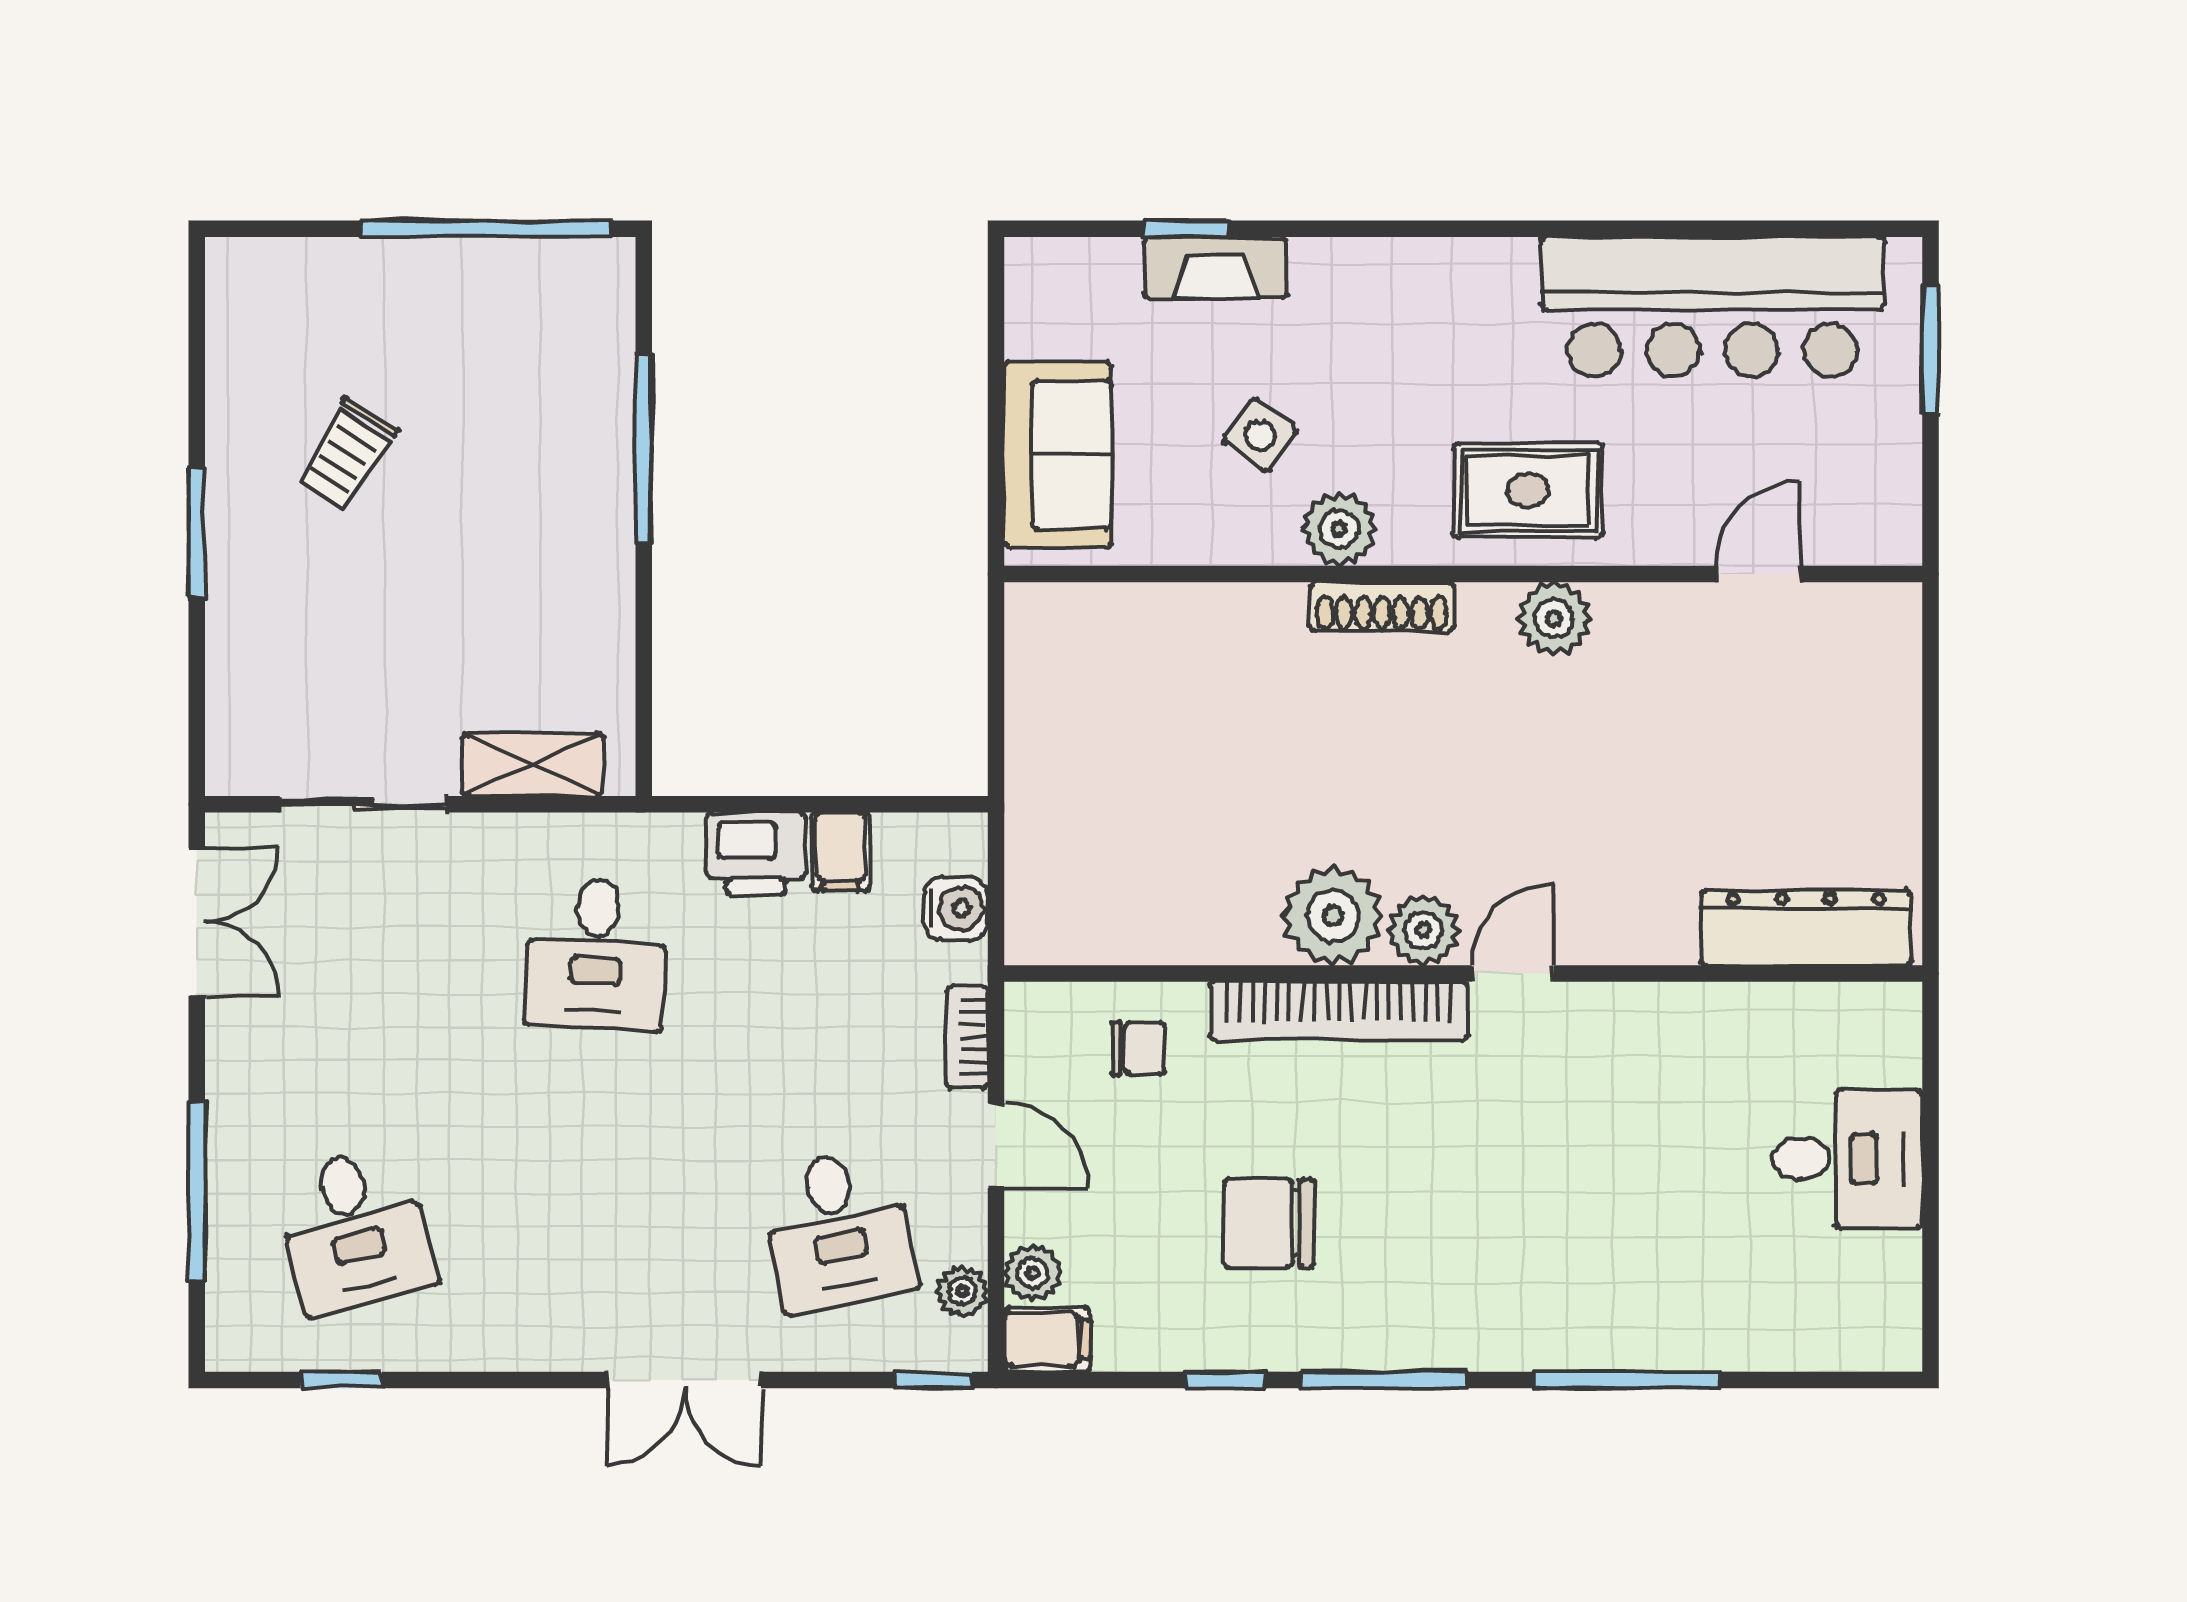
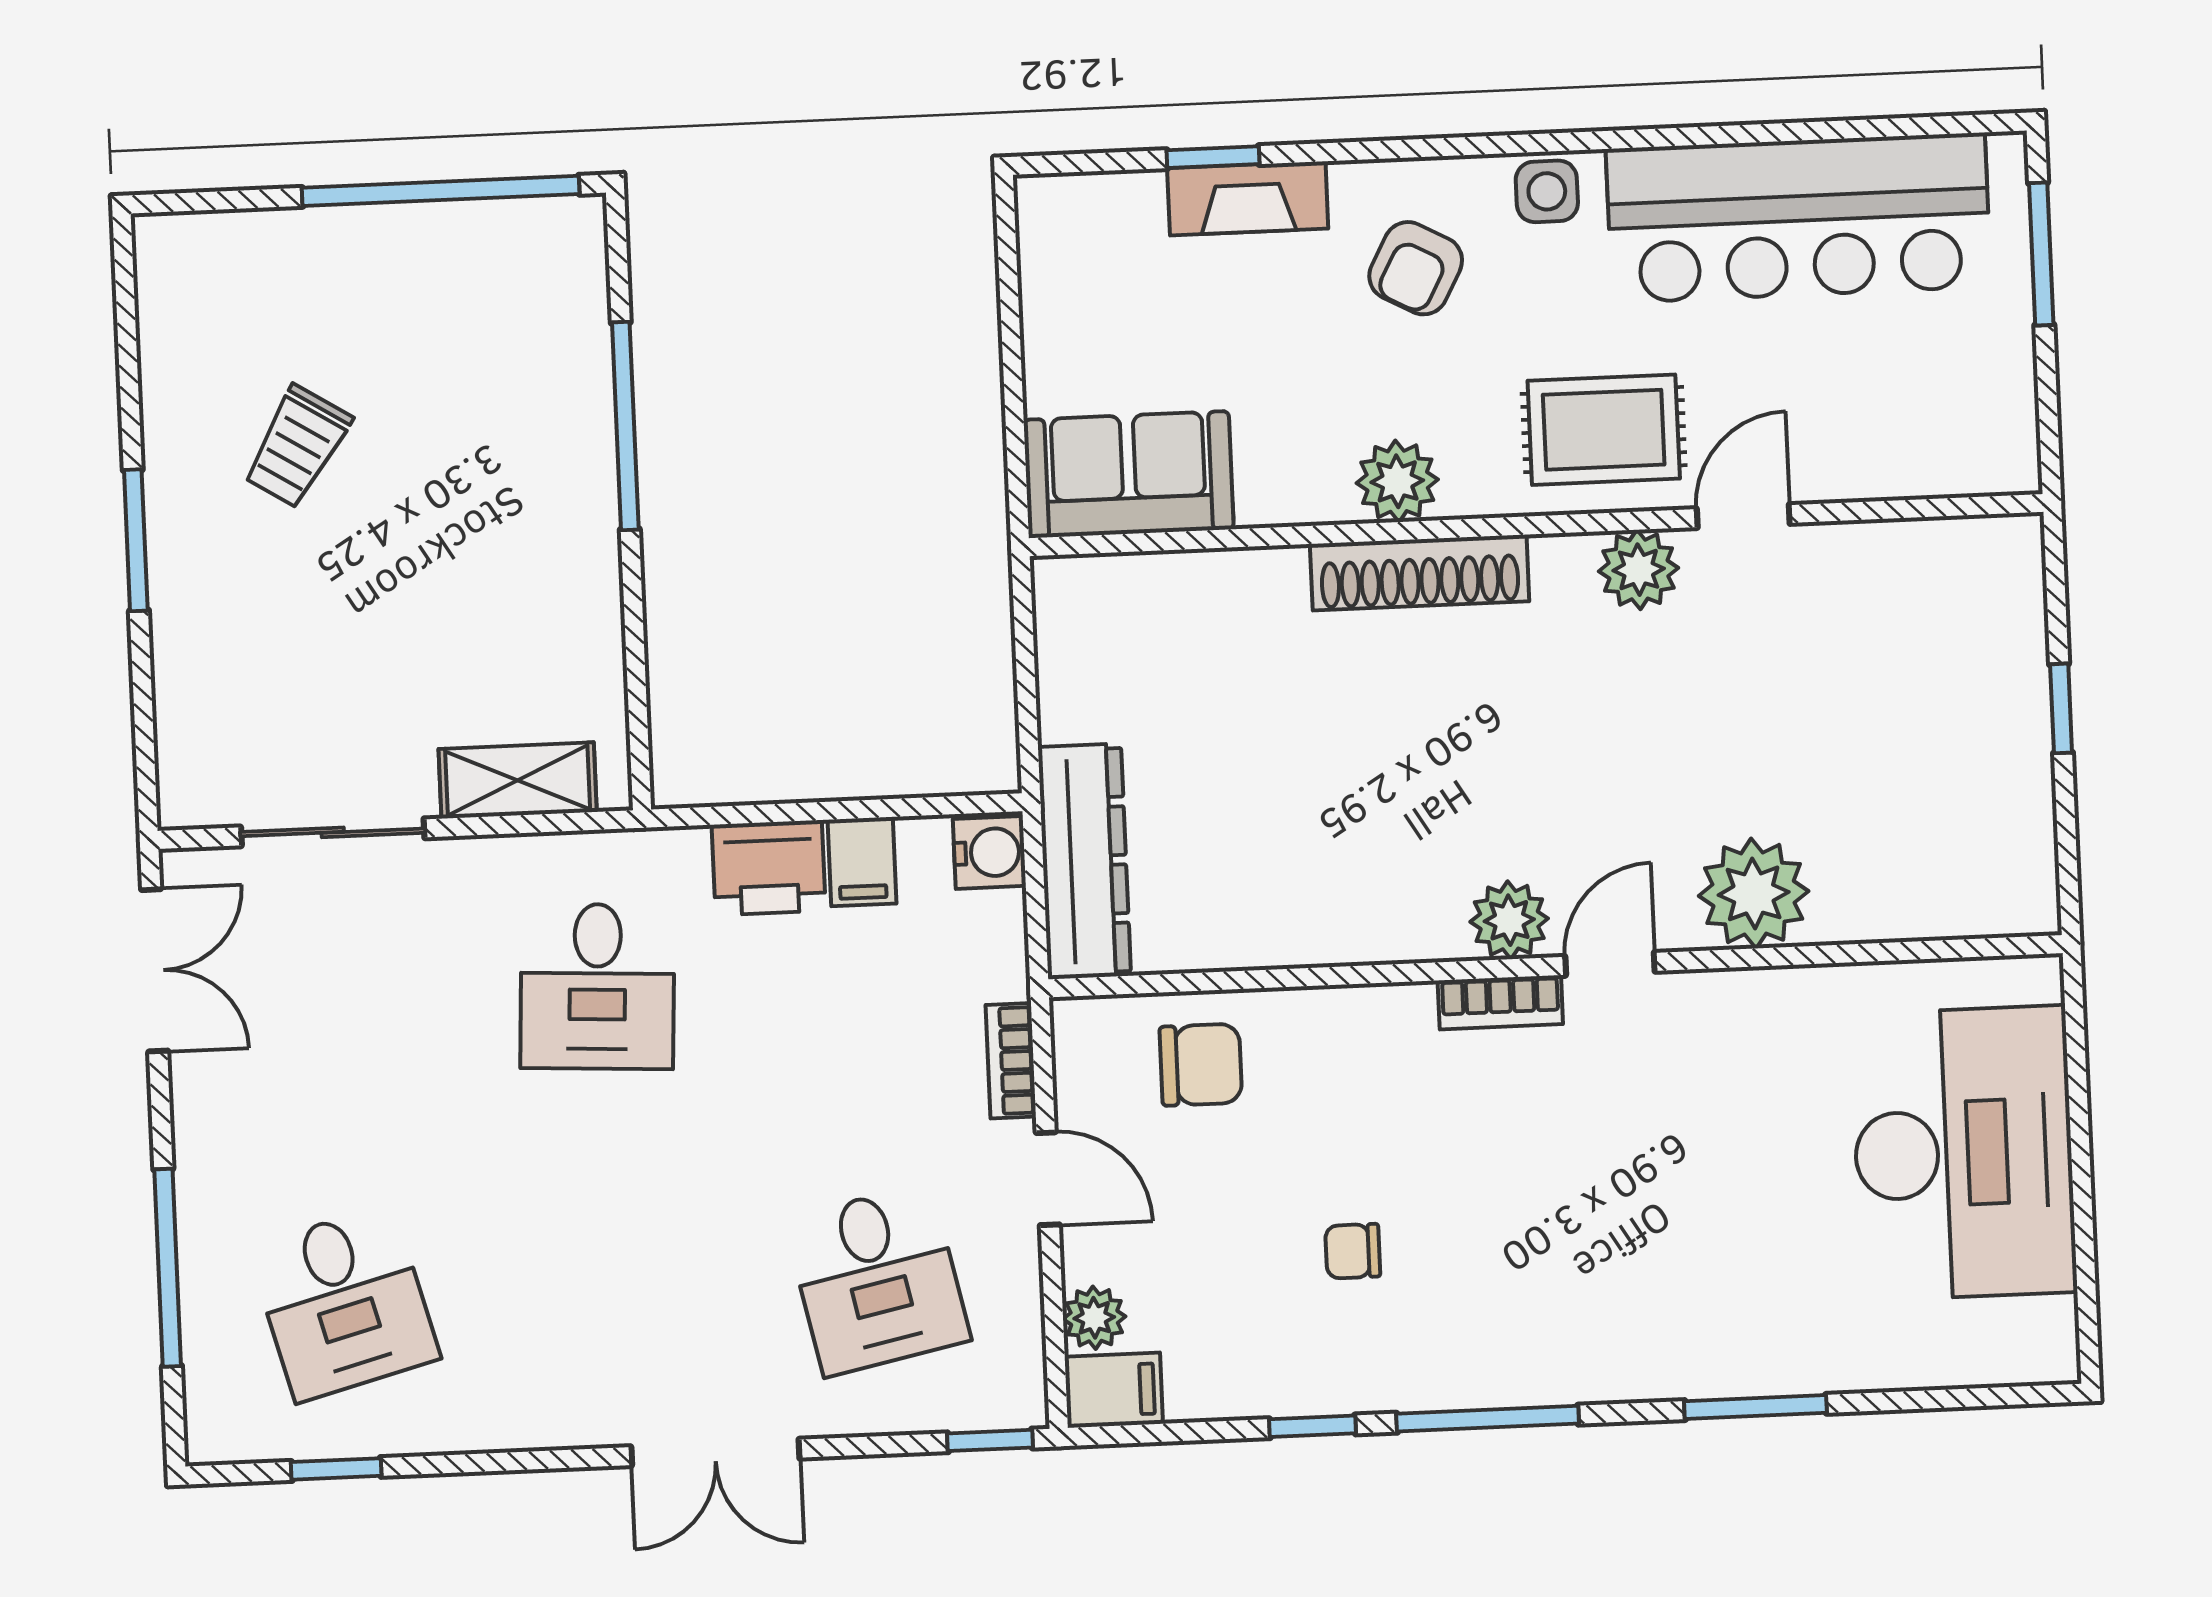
armchair: (1364, 337) -> (1416, 268), added
side table: (1260, 435) -> (1547, 191), moved, turned -36
sofa: (1058, 454) -> (1129, 474), moved, turned -90
door: (1758, 574) -> (1743, 516), moved
shoe rack: (1382, 607) -> (1420, 573), width x1.36, depth x1.24
window: (1930, 761) -> (2061, 708), added
water cooler: (956, 909) -> (989, 852), moved
plant: (1333, 916) -> (1754, 893), moved
dresser: (1806, 928) -> (1084, 861), moved, turned 90
bookcase: (1339, 1011) -> (1500, 1002), width x0.43, depth x0.76
chair: (1139, 1049) -> (1201, 1065), width x1.37, depth x1.37
desk: (1847, 1159) -> (1964, 1153), width x1.87, depth x1.30
chair: (1269, 1223) -> (1353, 1251), width x0.54, depth x0.54
plant: (962, 1291) -> (1018, 1341), removed
window: (1627, 1380) -> (1755, 1407), width x0.69

